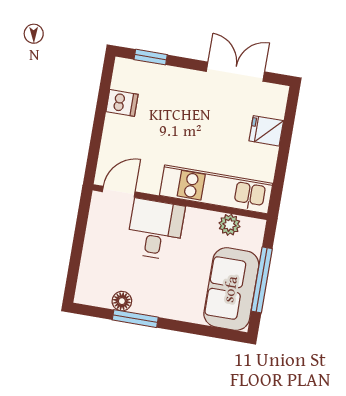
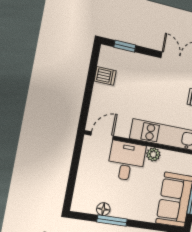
plant: (229, 225) -> (153, 154), moved

